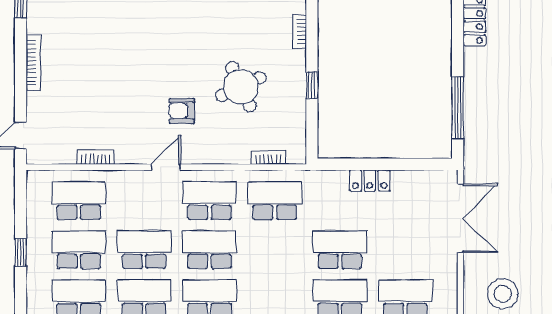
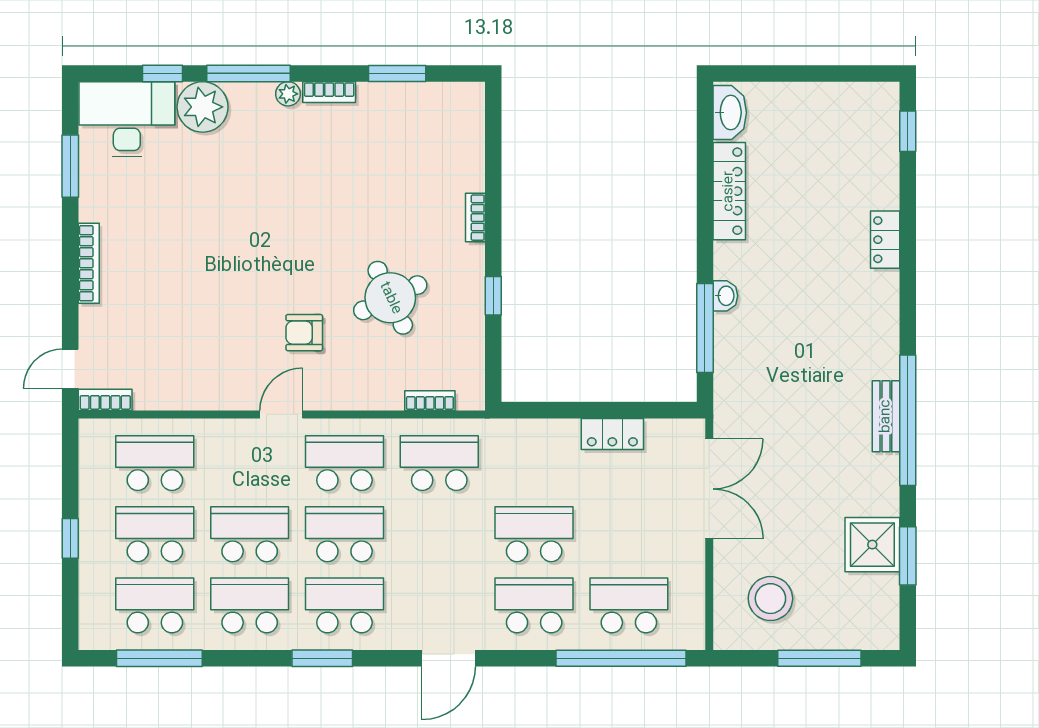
washbasin: (472, 85) -> (725, 296), added
bookcase: (96, 157) -> (105, 400), moved
locker: (370, 181) -> (612, 434), moved

